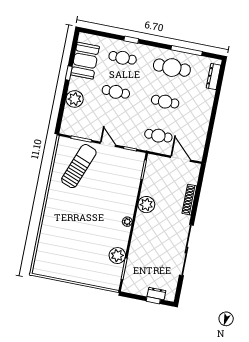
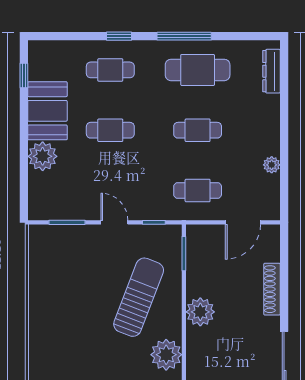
window: (187, 51) -> (184, 36), moved
booth: (85, 61) -> (47, 111), moved
window: (69, 73) -> (24, 76), moved
plant: (203, 129) -> (272, 165), added
door: (180, 159) -> (243, 222), swing flipped
sun lounger: (79, 166) -> (139, 297), moved
plant: (127, 222) -> (166, 355), width x1.87, depth x1.87

